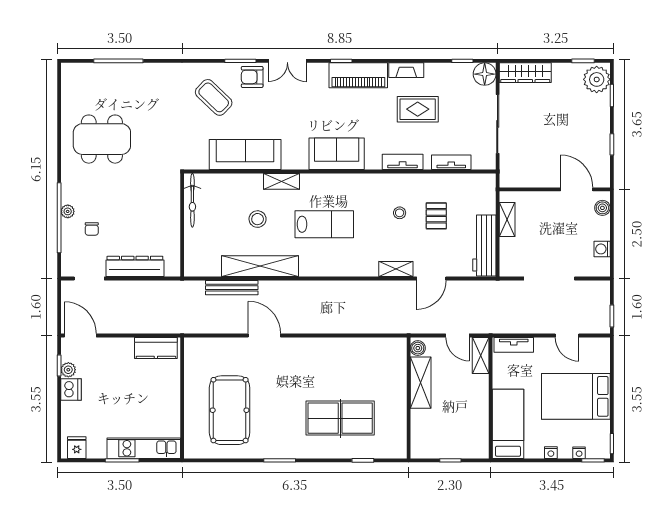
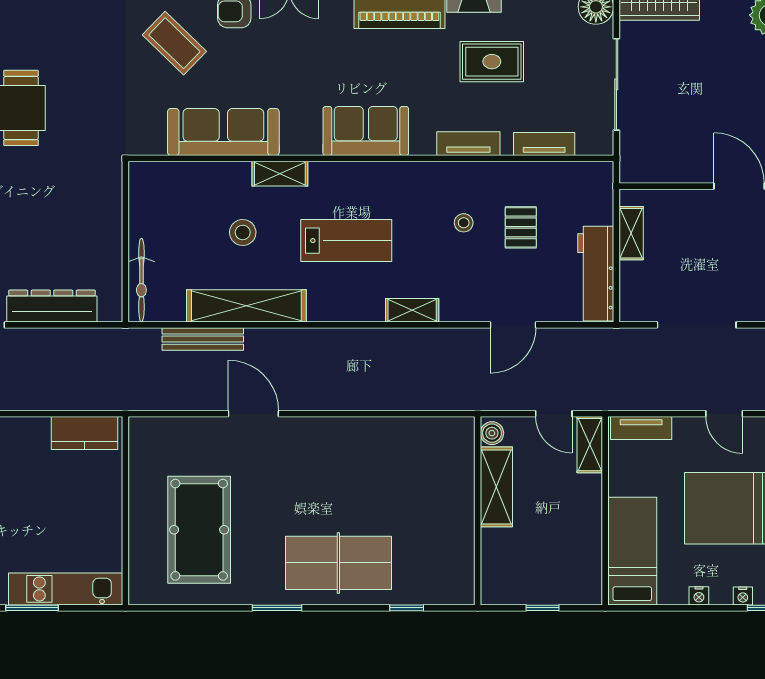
bicycle: (192, 200) -> (141, 280), moved
shelving: (396, 269) -> (412, 310), moved
table tennis table: (340, 418) -> (338, 563), moved

